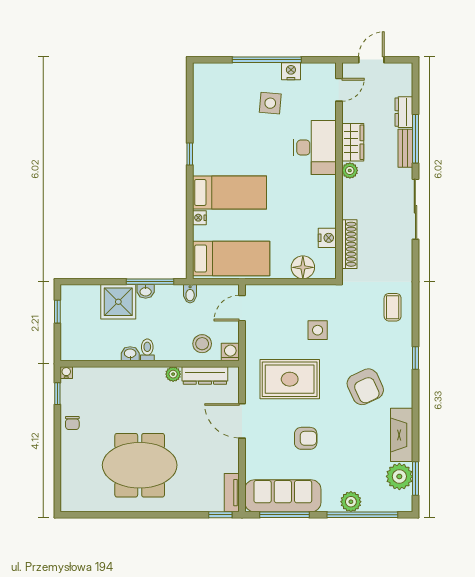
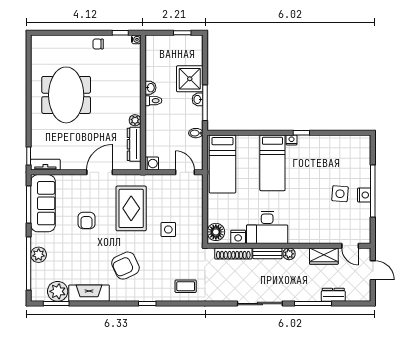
nightstand: (291, 71) -> (364, 195), moved
wardrobe: (353, 142) -> (324, 256), moved
desk: (315, 148) -> (267, 227), moved
bench: (405, 148) -> (267, 253), moved
nightstand: (199, 218) -> (292, 140), moved
floor lamp: (303, 267) -> (216, 232), moved
stool: (202, 344) -> (158, 142), removed

